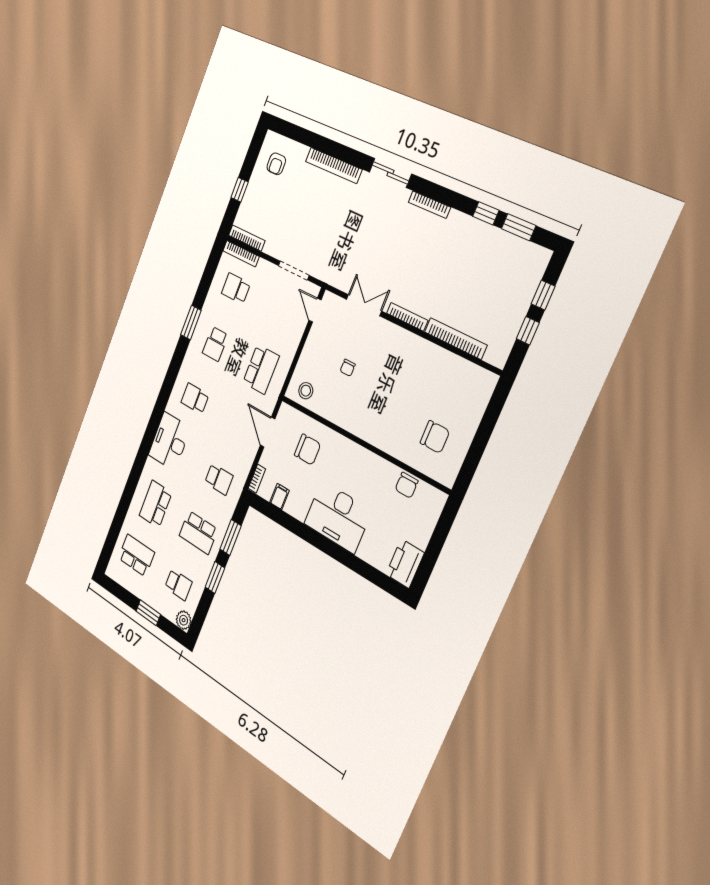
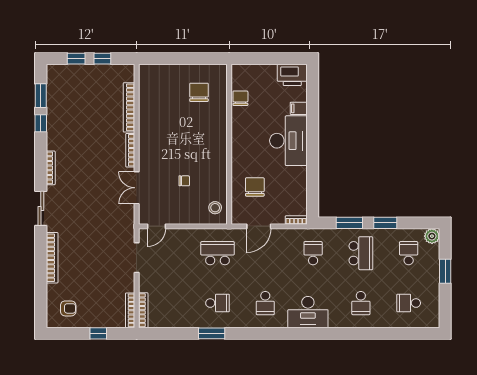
school desk: (236, 288) -> (170, 303), removed
chair: (407, 485) -> (240, 98), turned -90
filing cabinet: (280, 497) -> (299, 108), moved
school desk: (156, 504) -> (361, 303), width x0.54
school desk: (136, 555) -> (409, 303), width x0.54

